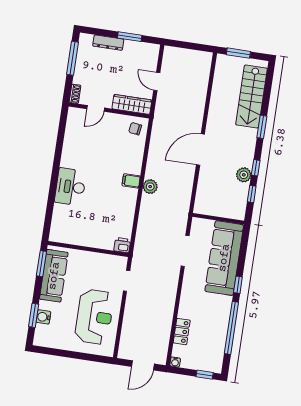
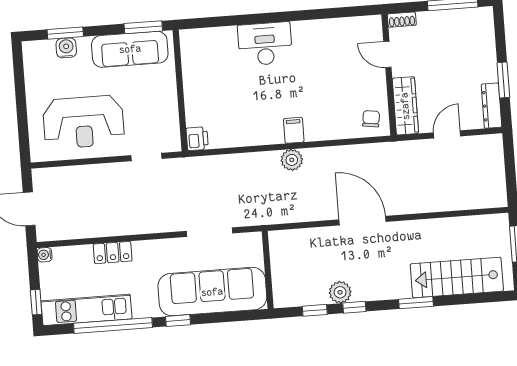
dresser: (108, 43) -> (492, 106), moved
locker: (182, 332) -> (113, 253), moved
kitchen unit: (217, 343) -> (87, 310), added

